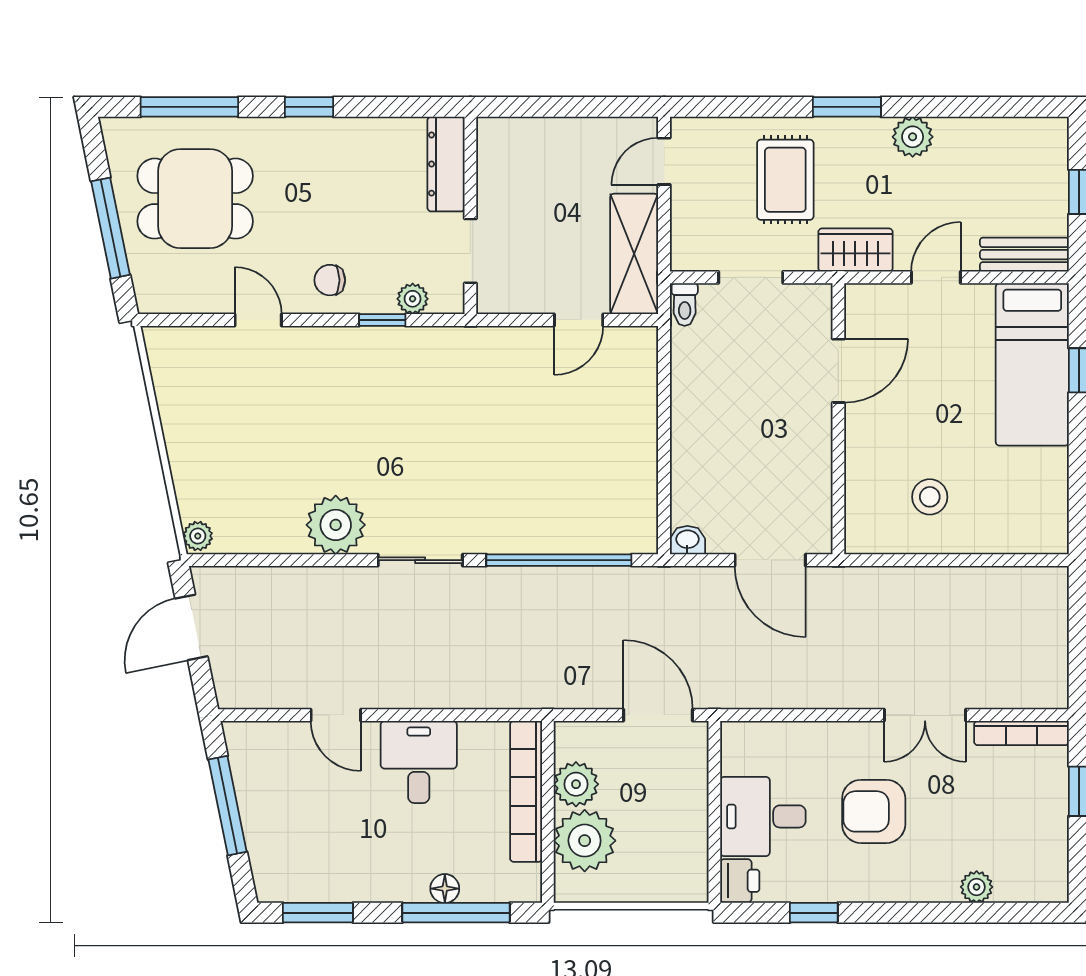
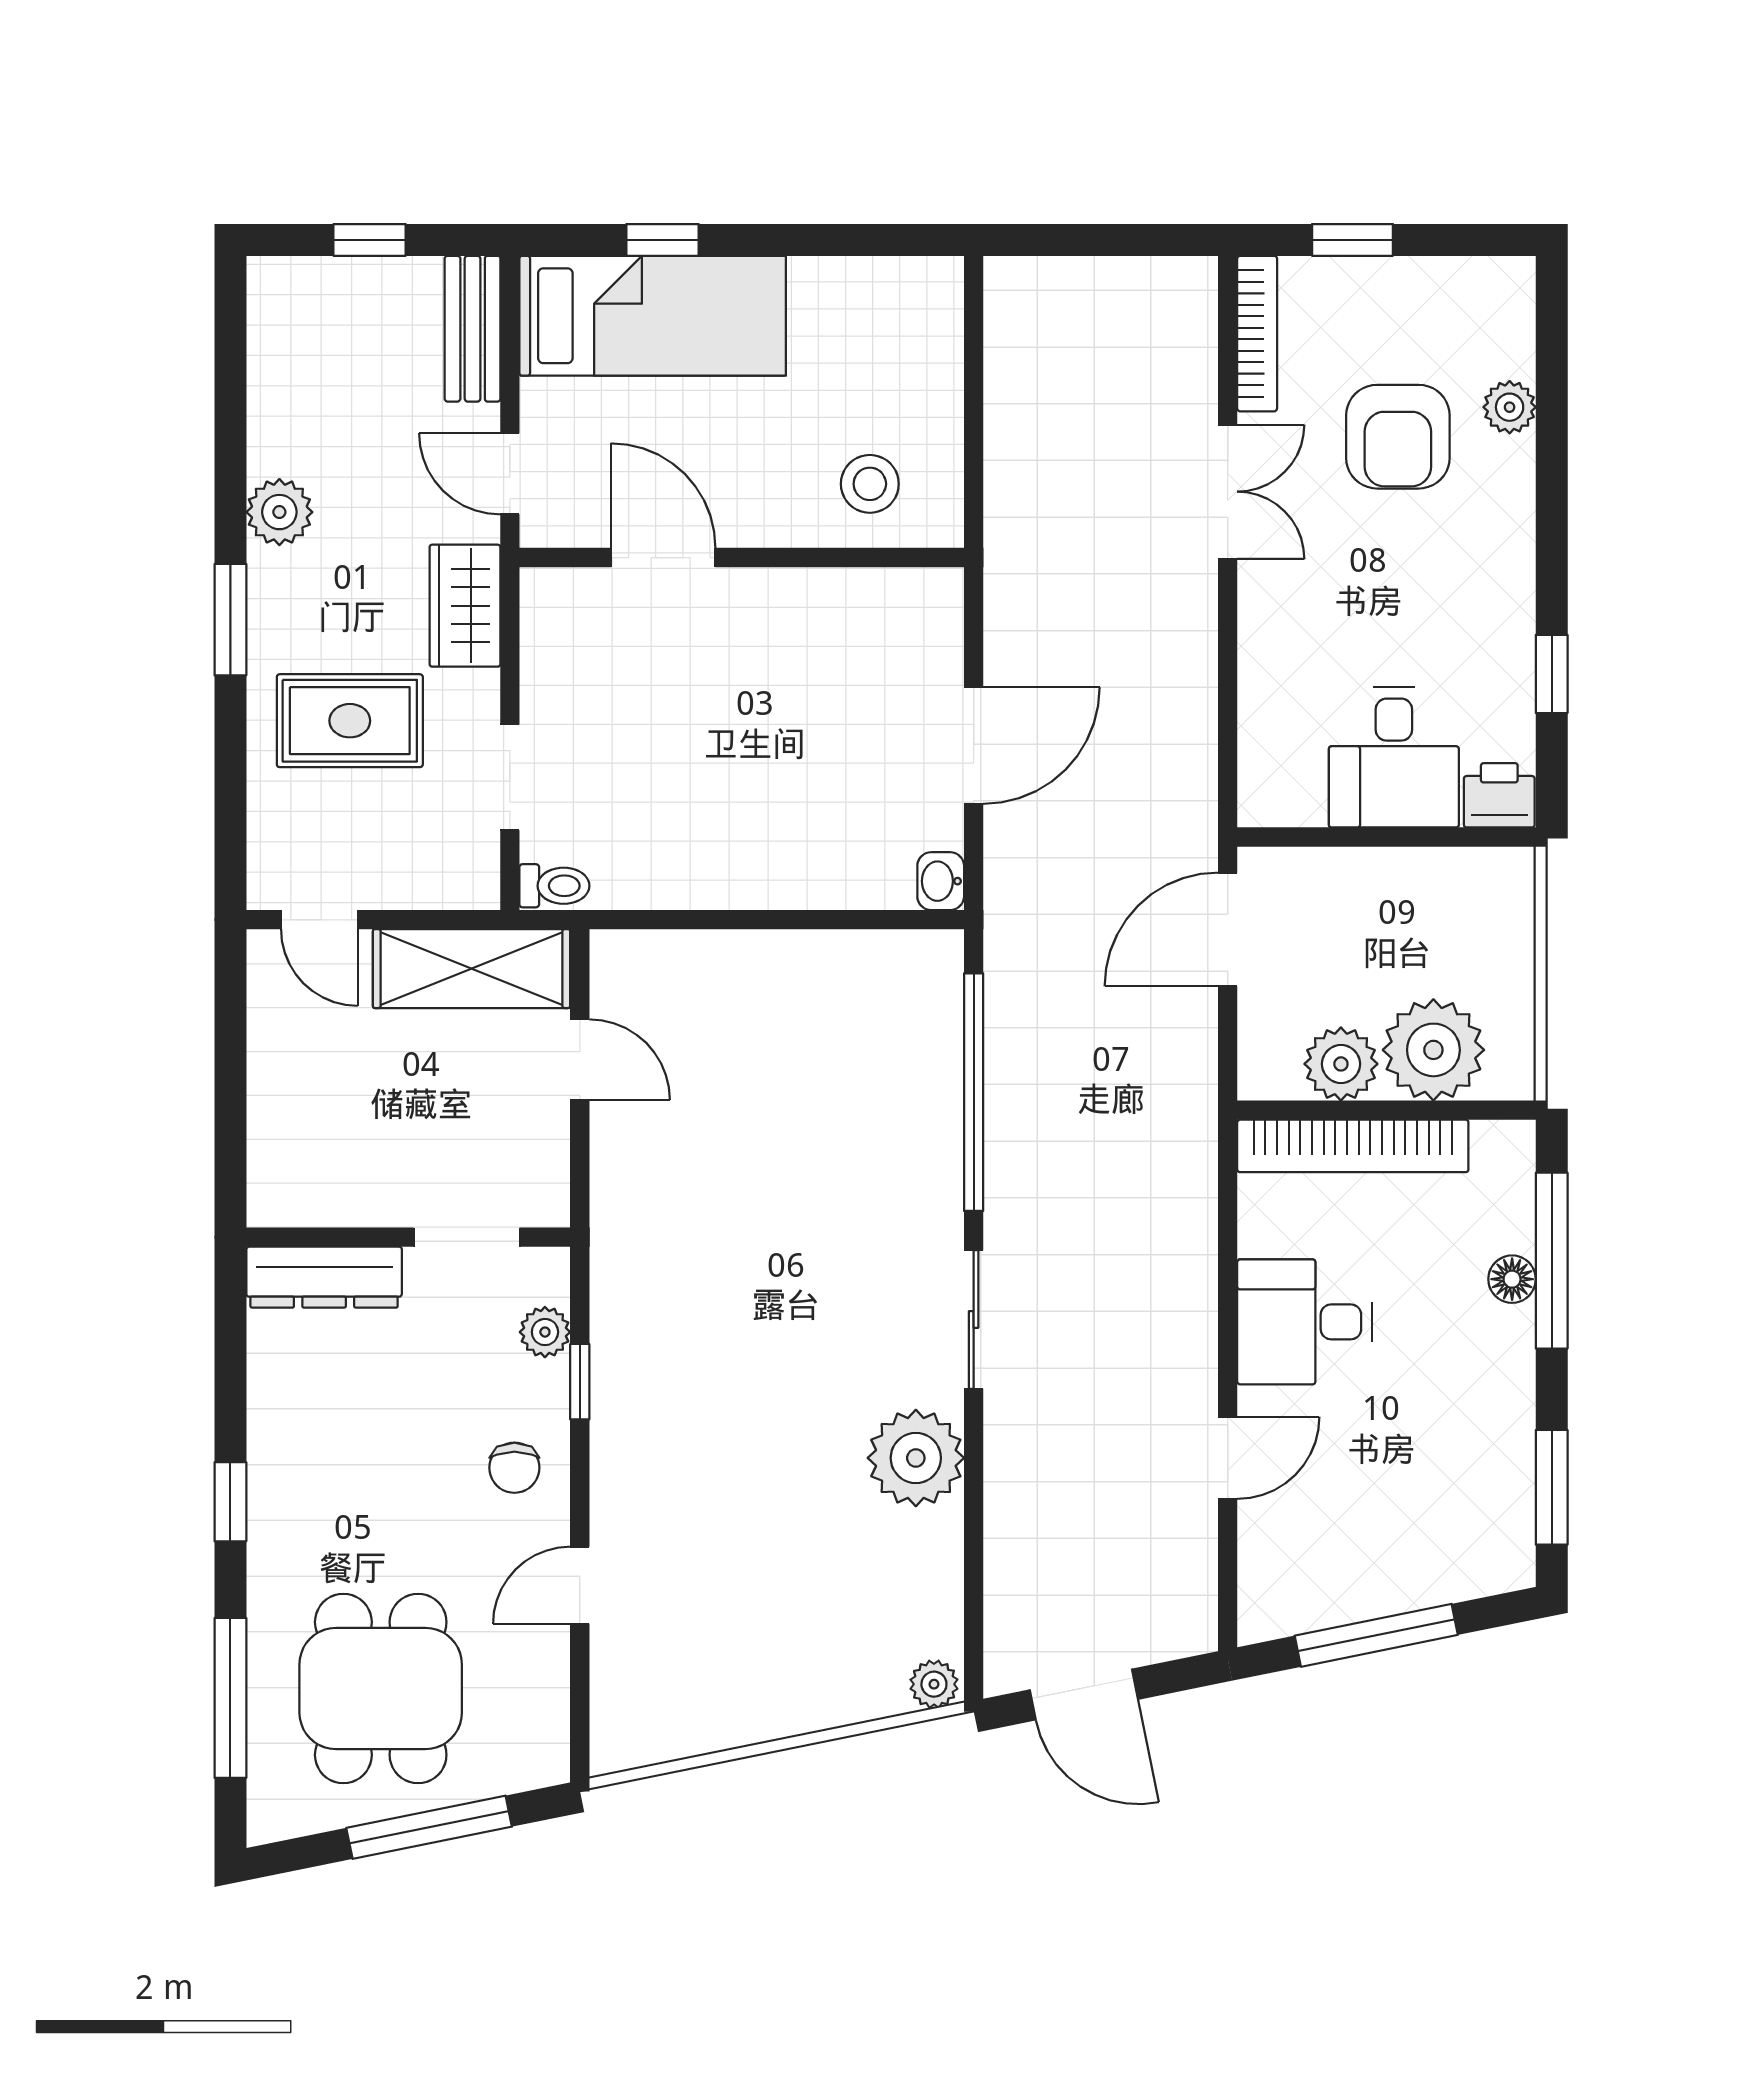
door: (838, 371) -> (663, 558), moved
wall: (838, 419) -> (742, 558), moved
armchair: (874, 811) -> (1398, 437), moved

